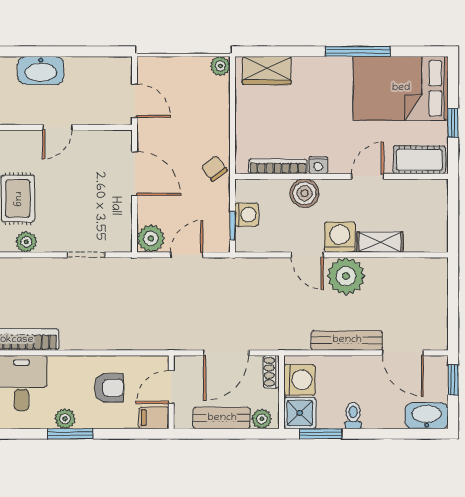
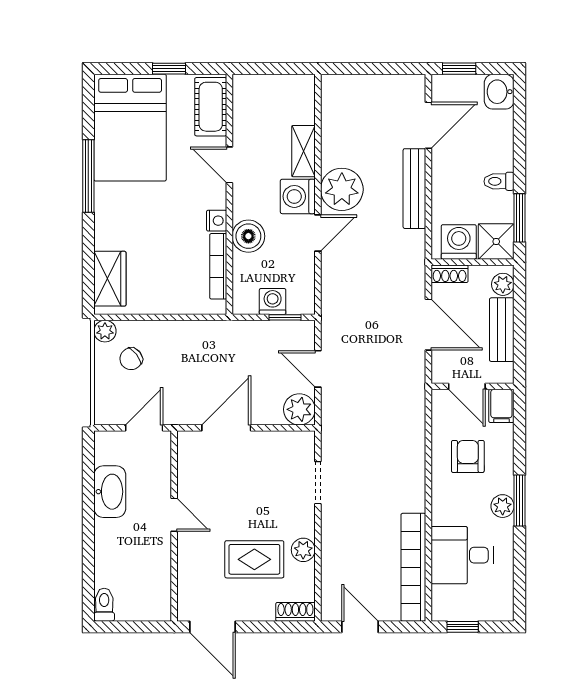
washbasin: (41, 70) -> (110, 492), moved
chair: (214, 169) -> (131, 359), moved
washbasin: (427, 416) -> (499, 92), width x0.72

